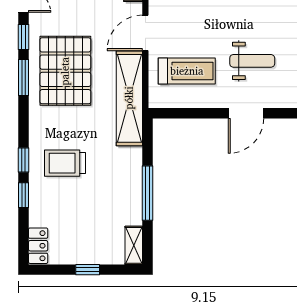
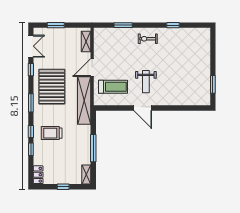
weight bench: (252, 61) -> (146, 82), turned 90
window: (24, 77) -> (31, 103), moved
door: (246, 113) -> (143, 108), hinge flipped

